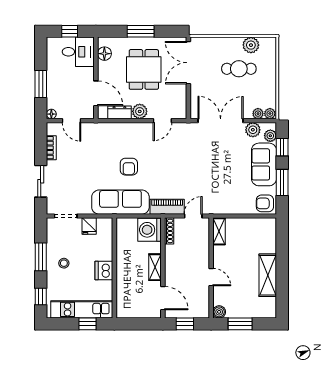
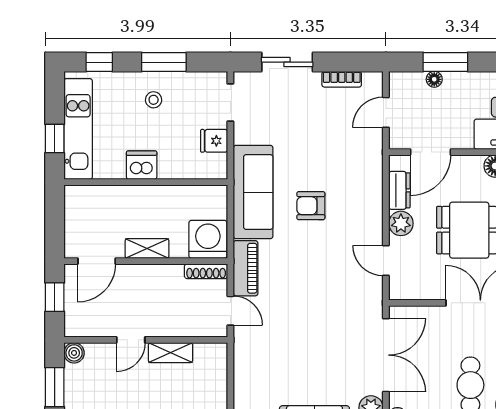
floor lamp: (51, 114) -> (434, 79), moved
shelving: (219, 231) -> (170, 353), moved

